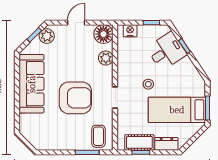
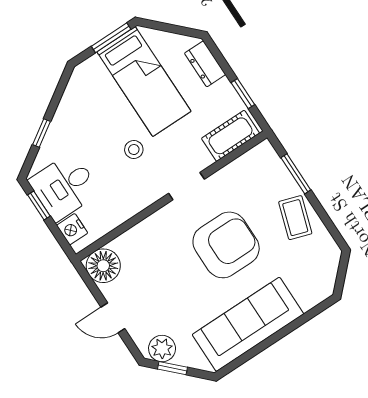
desk: (167, 51) -> (64, 187), moved, turned -57
plant: (106, 58) -> (137, 239), removed
armchair: (75, 98) -> (226, 245), turned 90
coffee table: (98, 136) -> (295, 218), moved, turned -72
cot: (139, 142) -> (231, 136), moved, turned 90

